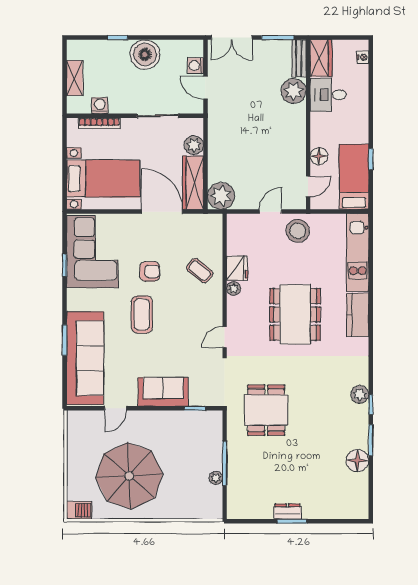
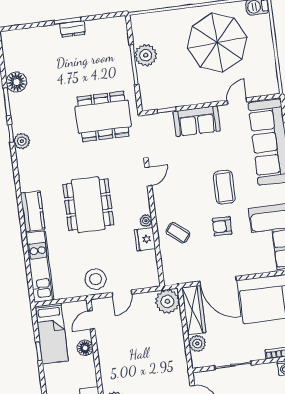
dining table: (266, 410) -> (103, 117), width x1.38
plant: (216, 478) -> (146, 55), width x1.87, depth x1.87

